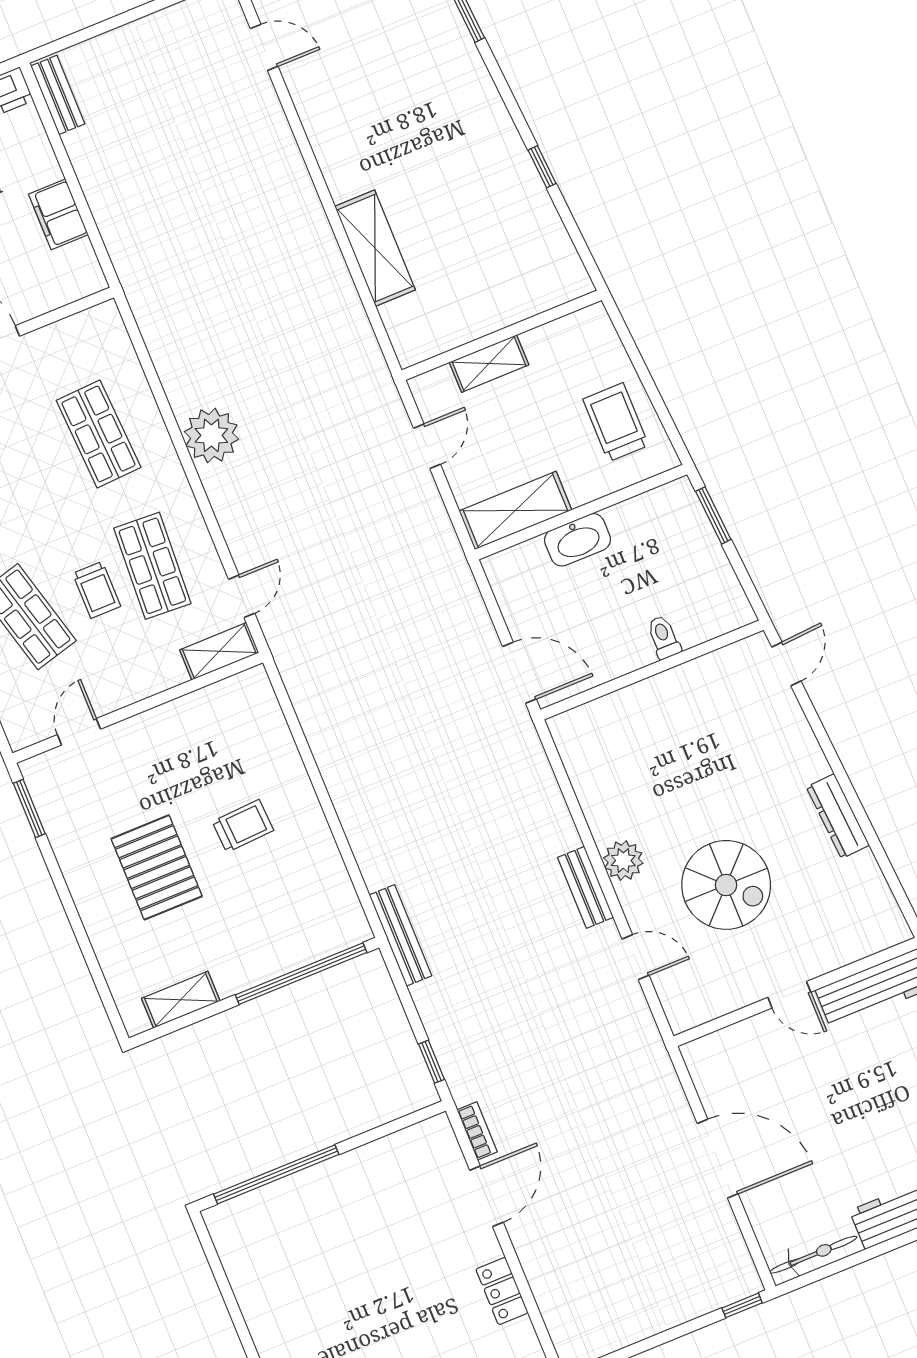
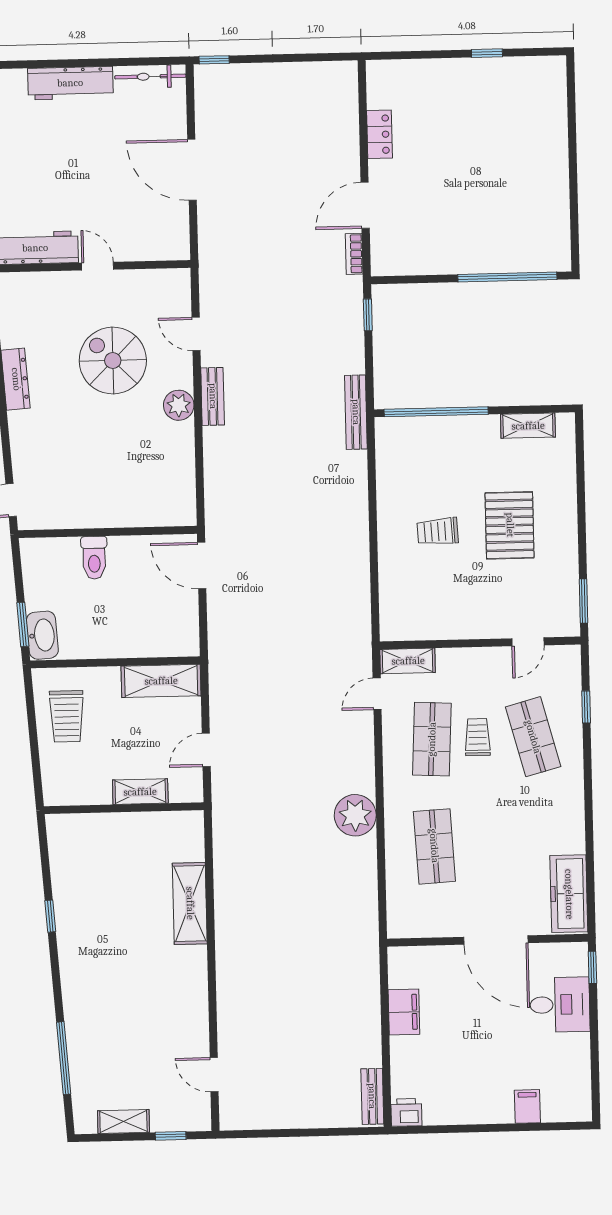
washbasin: (578, 540) -> (42, 635), moved, turned 86
toilet: (664, 637) -> (94, 558), width x1.37, depth x1.39

